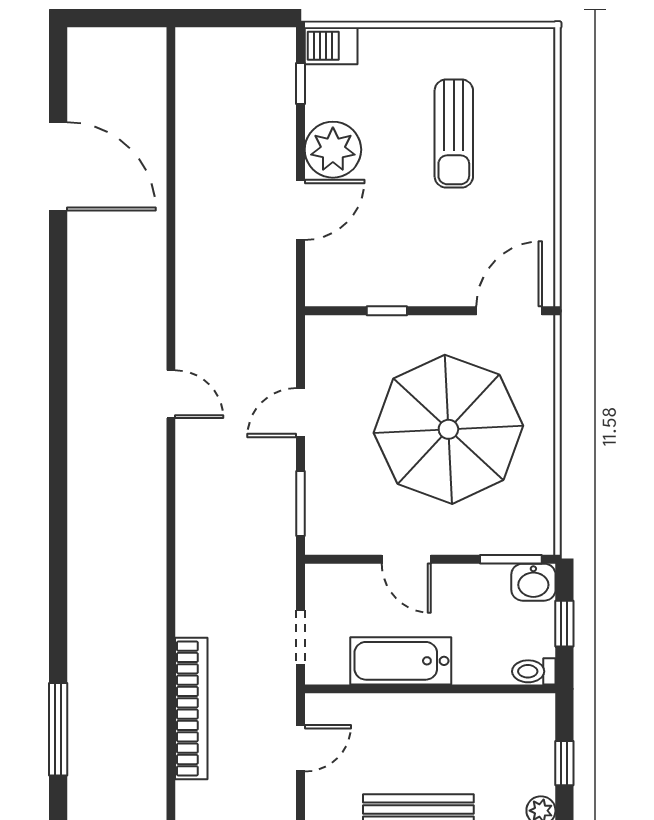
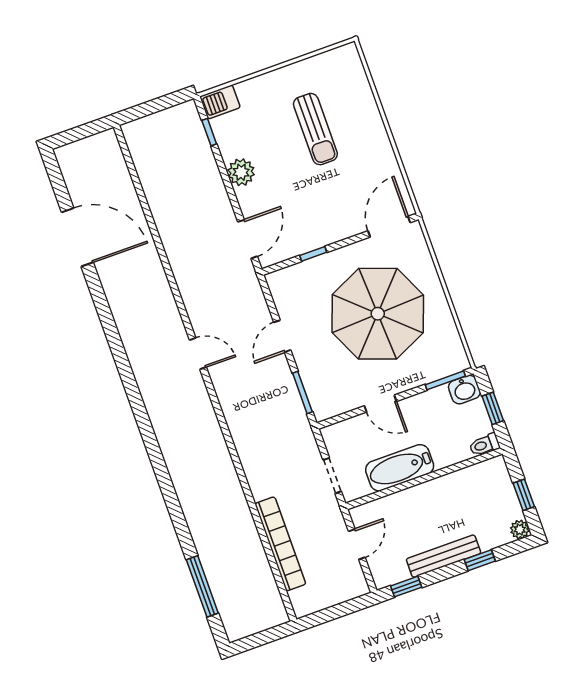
plant: (333, 150) -> (241, 172), width x0.73, depth x0.73
door: (300, 210) -> (248, 239), moved

